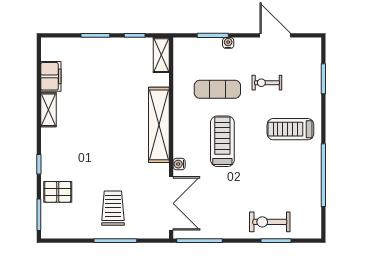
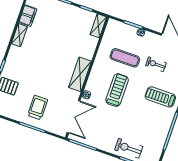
shelving: (159, 125) -> (80, 74), width x0.68

